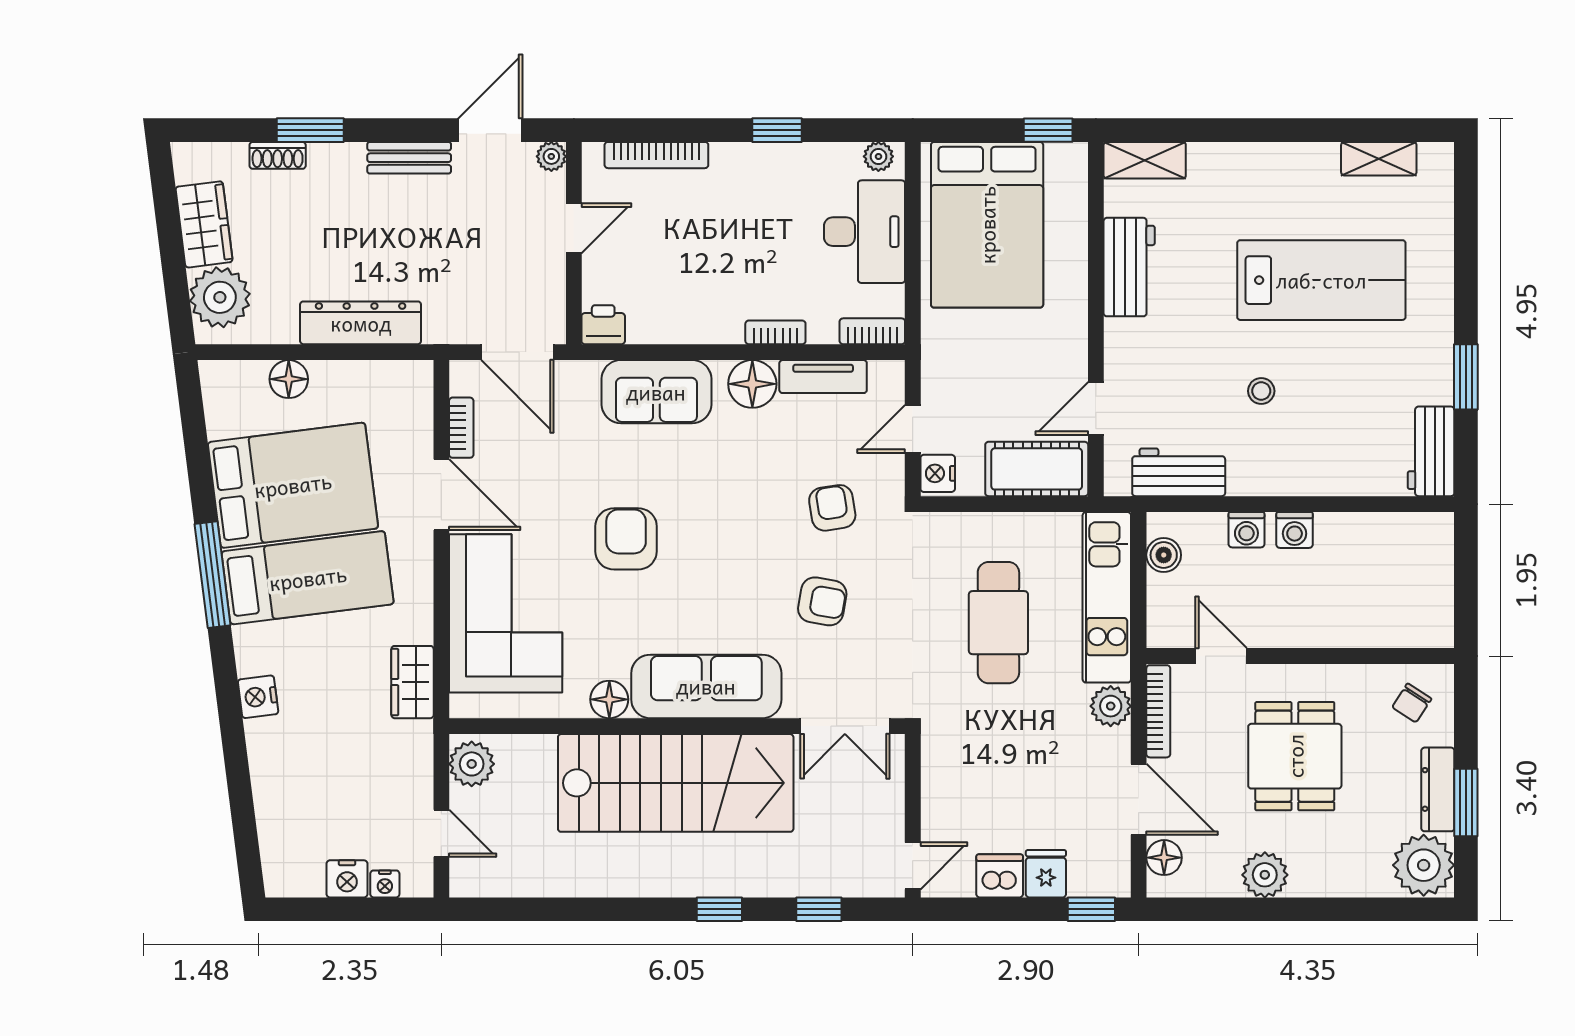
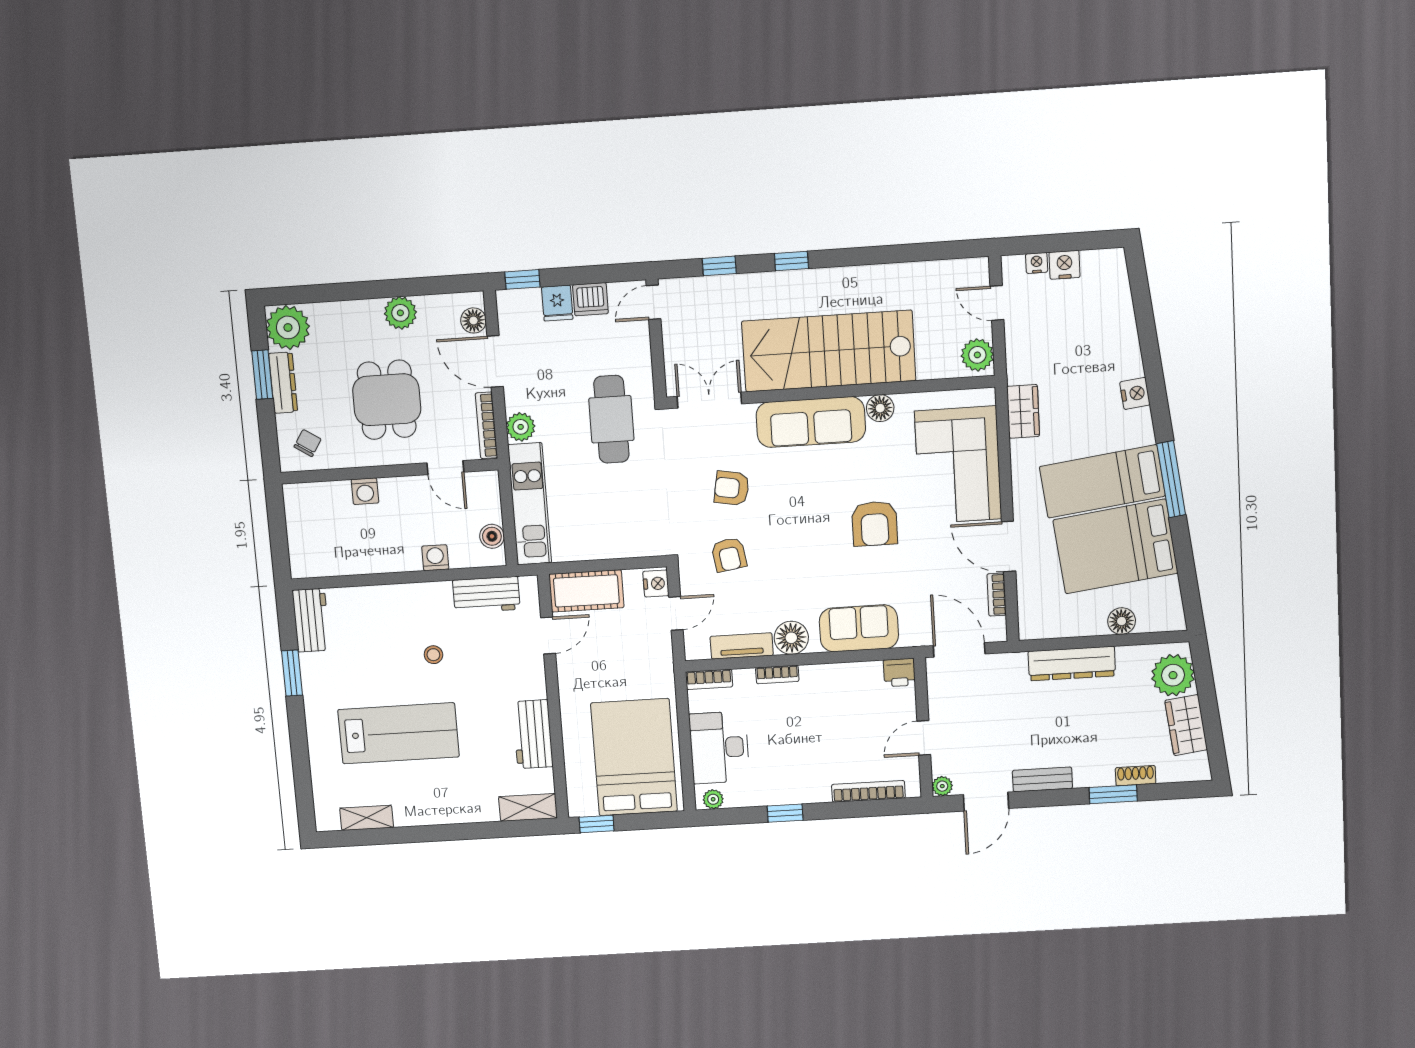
lab bench: (1321, 280) -> (399, 733), turned 180
washing machine: (1295, 530) -> (365, 491), moved, turned 180
cafe table: (998, 623) -> (611, 419), moved

